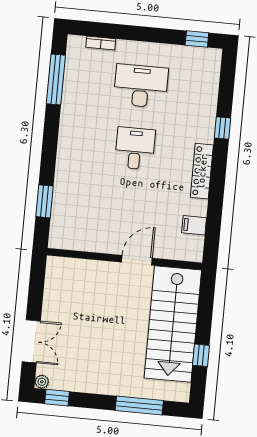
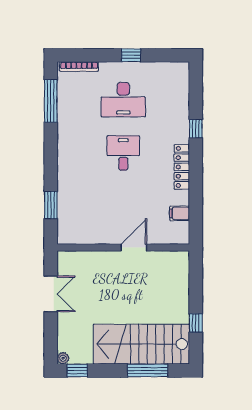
window: (197, 39) -> (131, 55), moved
bookcase: (101, 43) -> (79, 67), width x1.56
desk: (141, 86) -> (123, 100), turned 180
stairs: (173, 324) -> (141, 344), moved, turned 90
double door: (31, 341) -> (51, 294), moved

